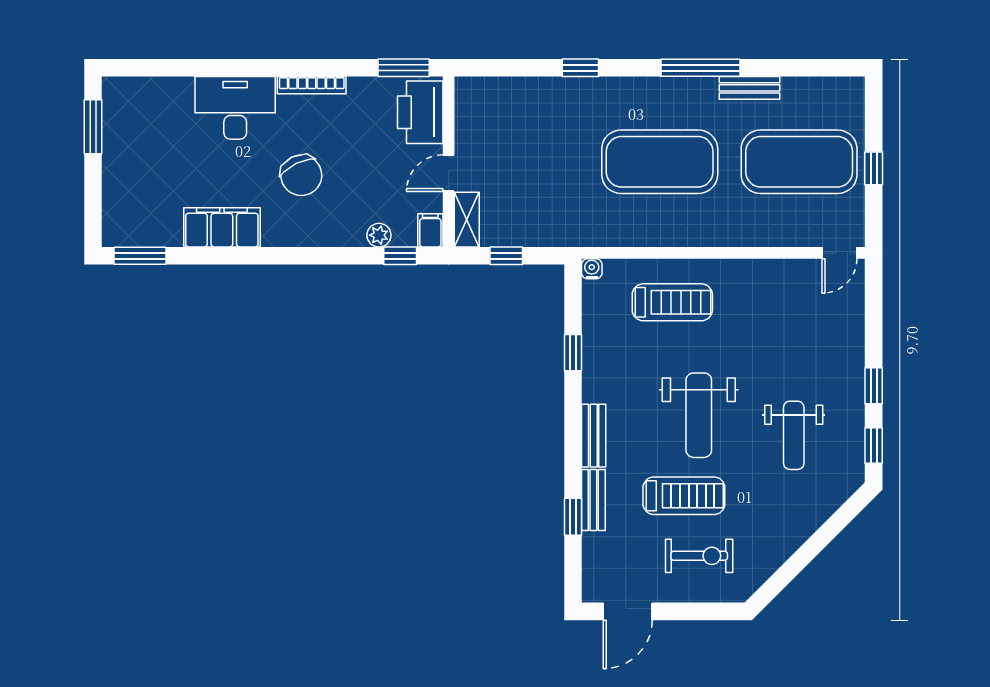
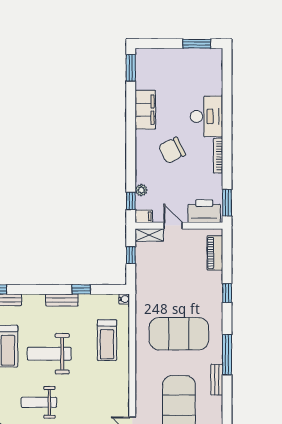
piano: (502, 92) -> (215, 253), added
exercise mat: (660, 162) -> (179, 334), turned 90
bench: (594, 436) -> (62, 300), moved

